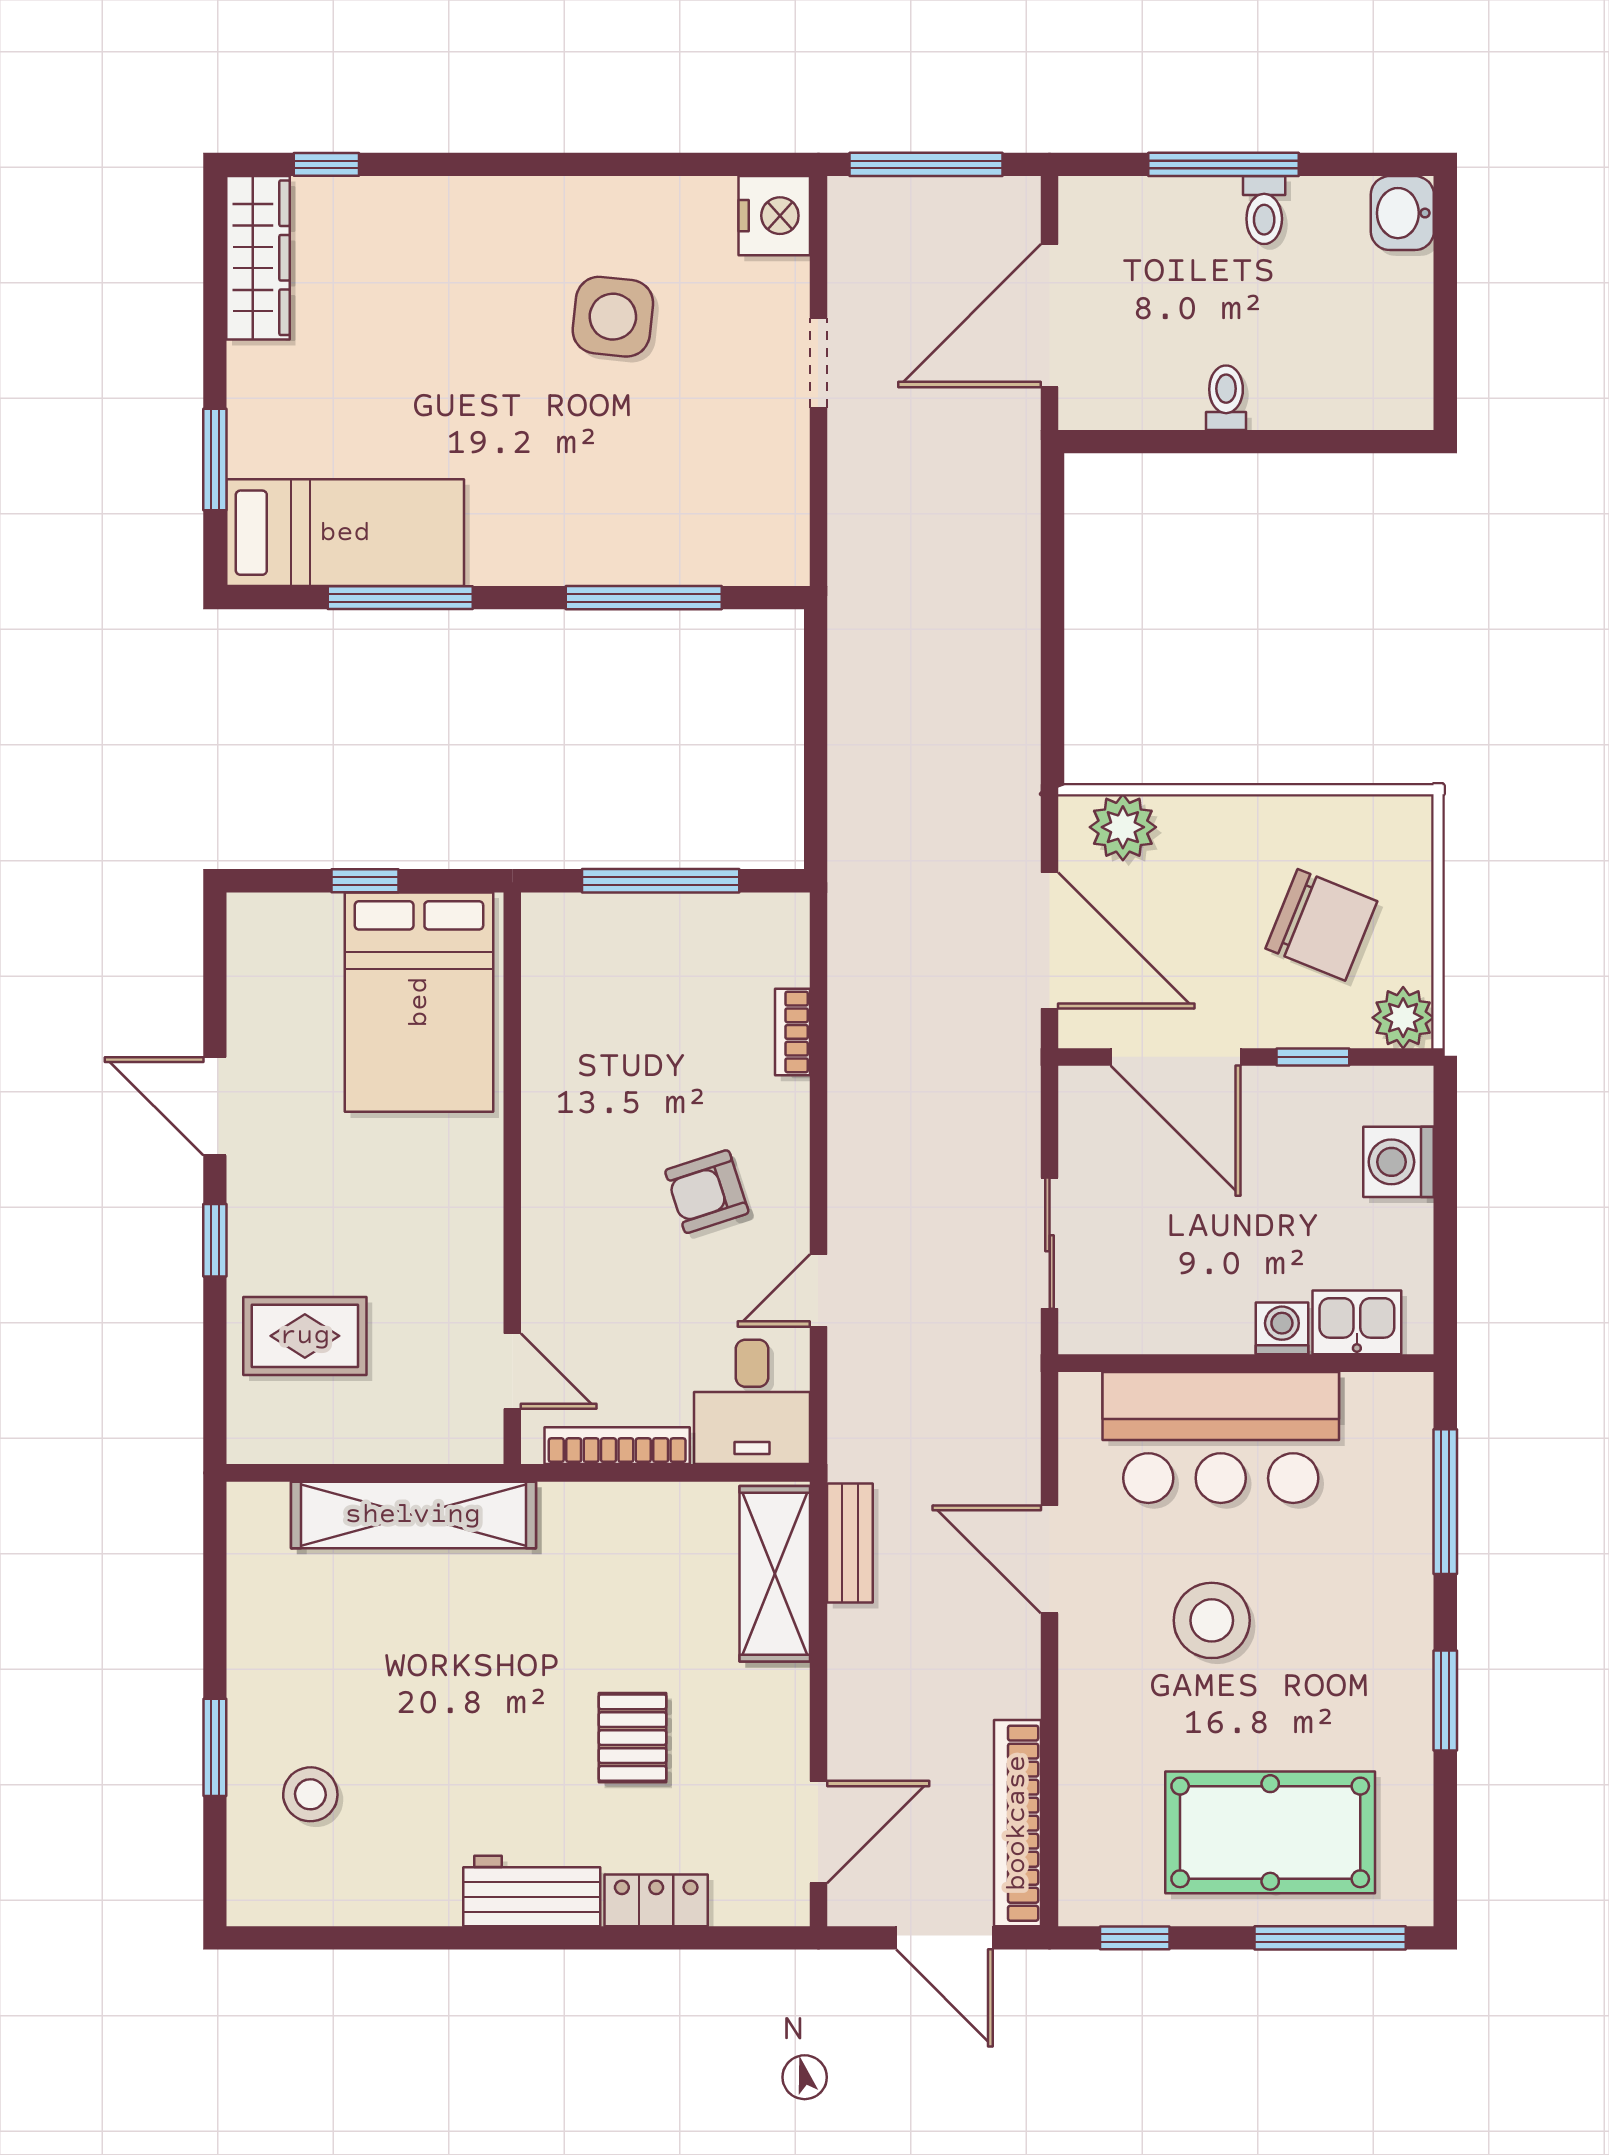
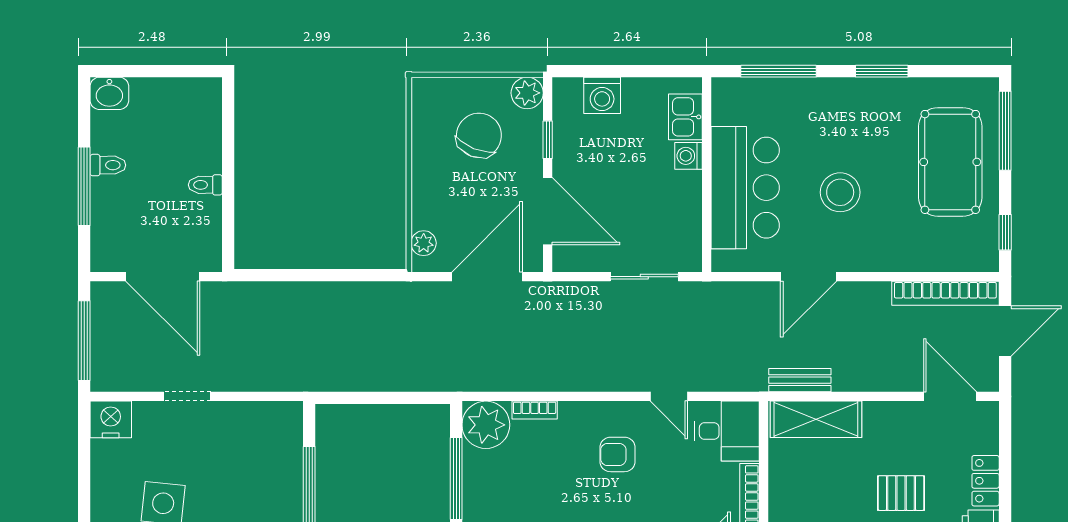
plant: (1123, 827) -> (424, 243), width x0.73, depth x0.73
plant: (764, 938) -> (486, 425), added
door: (1176, 1057) -> (548, 211), hinge flipped
armchair: (707, 1192) -> (617, 454), turned 108

